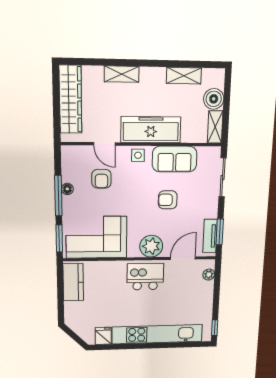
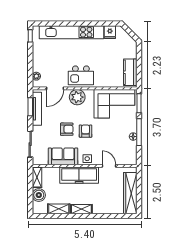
shelving: (122, 74) -> (81, 209), moved
armchair: (101, 179) -> (86, 131), moved
tv unit: (210, 236) -> (37, 109), width x1.41

